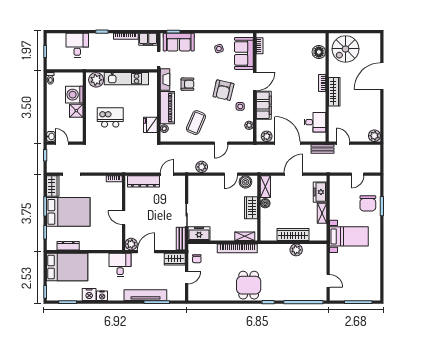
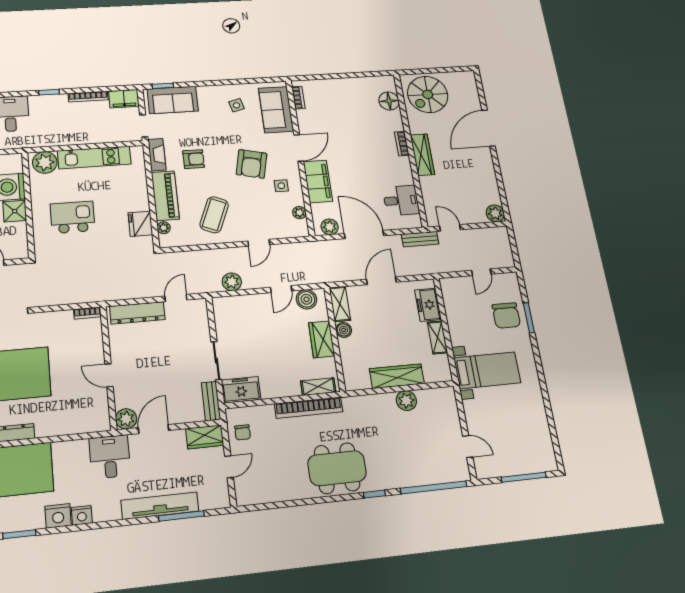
dining table: (249, 285) -> (337, 468), width x1.38

